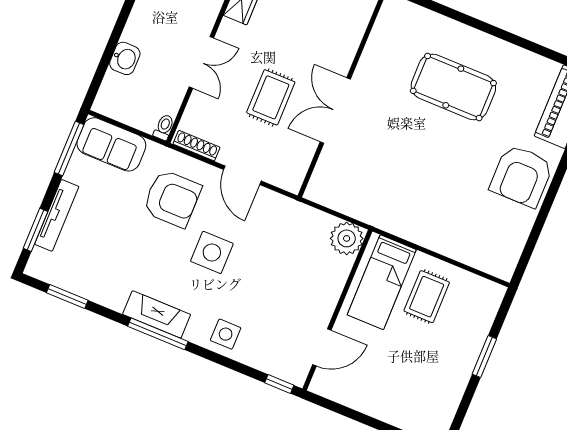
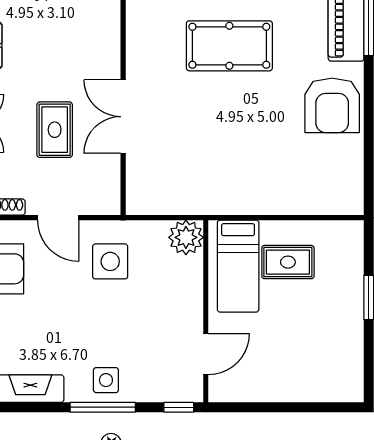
side table: (212, 252) -> (110, 261), moved
rug: (427, 297) -> (288, 262), turned 90
window: (158, 334) -> (103, 407), moved

